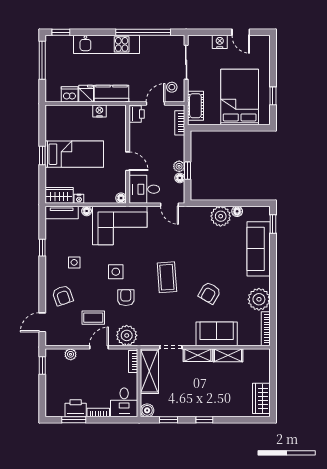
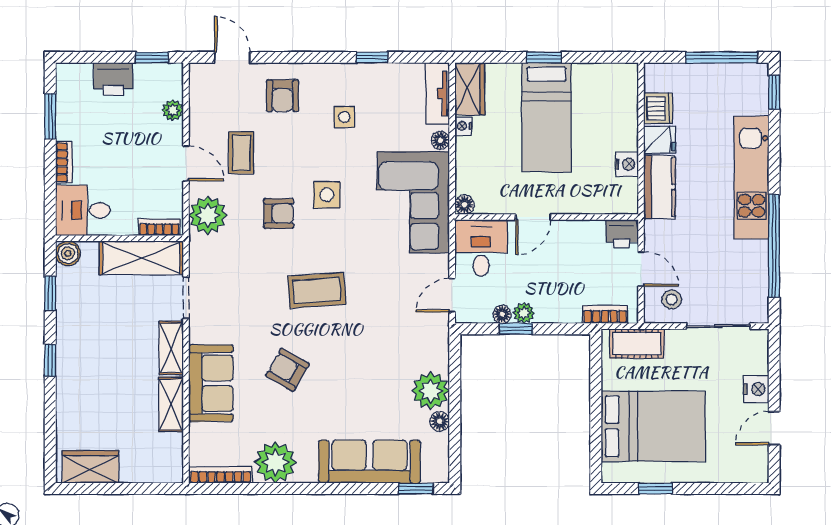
armchair: (63, 295) -> (283, 96), turned -71
printer: (76, 408) -> (113, 79), moved, turned 90

